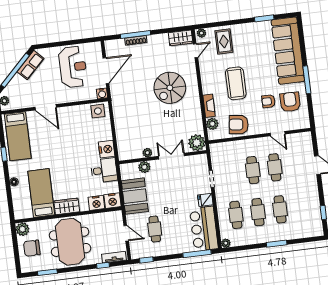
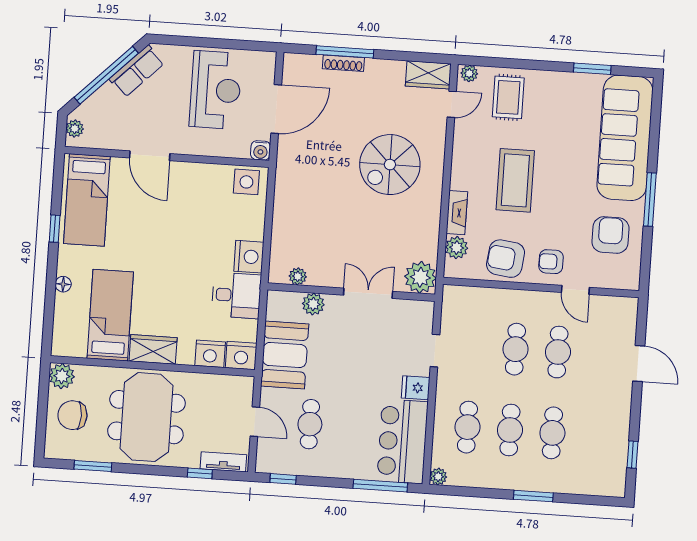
armchair: (268, 101) -> (551, 262), moved
plant: (147, 153) -> (298, 276), moved

